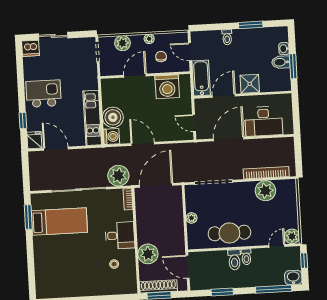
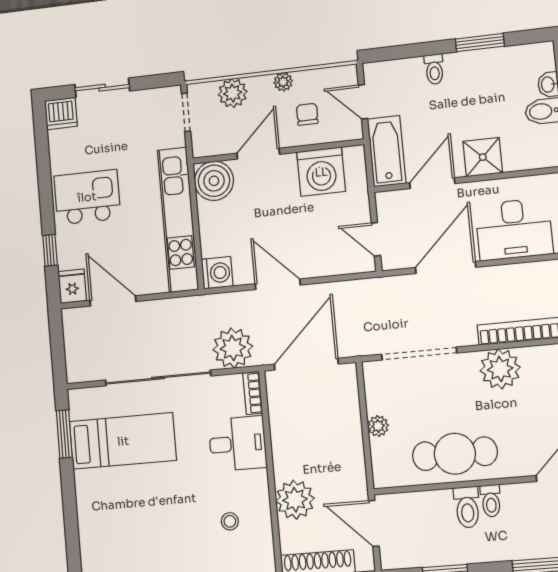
boiler: (113, 117) -> (214, 181), moved
kitchen unit: (92, 118) -> (178, 220), width x1.36
plant: (265, 191) -> (500, 369), moved
desk: (120, 235) -> (238, 444), moved

